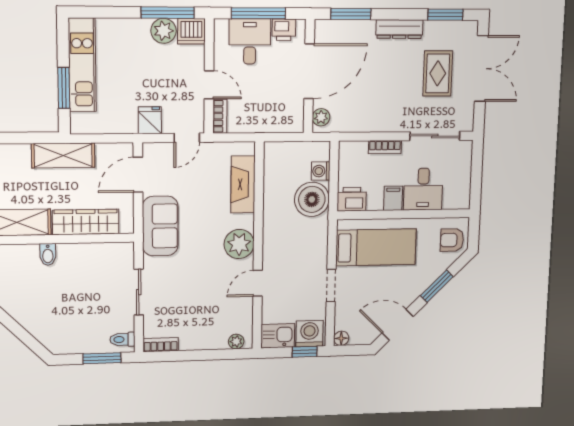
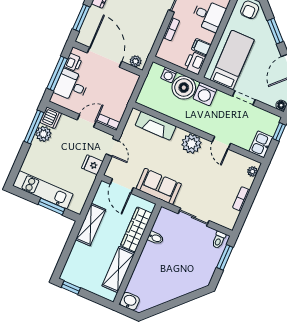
filing cabinet: (393, 198) -> (201, 47), moved
bidet: (48, 254) -> (156, 238), moved
washing machine: (309, 334) -> (205, 94), moved, turned -90
bookcase: (161, 345) -> (241, 199), moved

